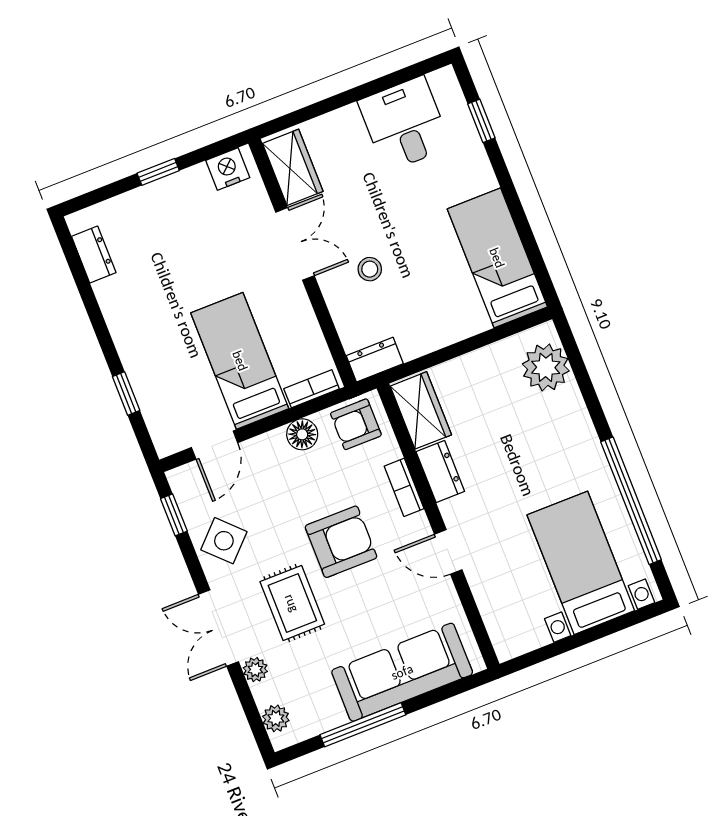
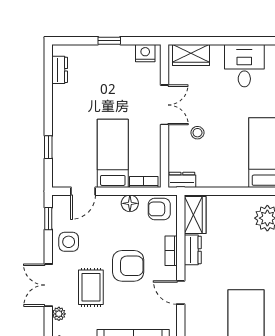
wardrobe: (293, 167) -> (191, 55), moved, turned 90
side table: (224, 541) -> (69, 242), turned 45

